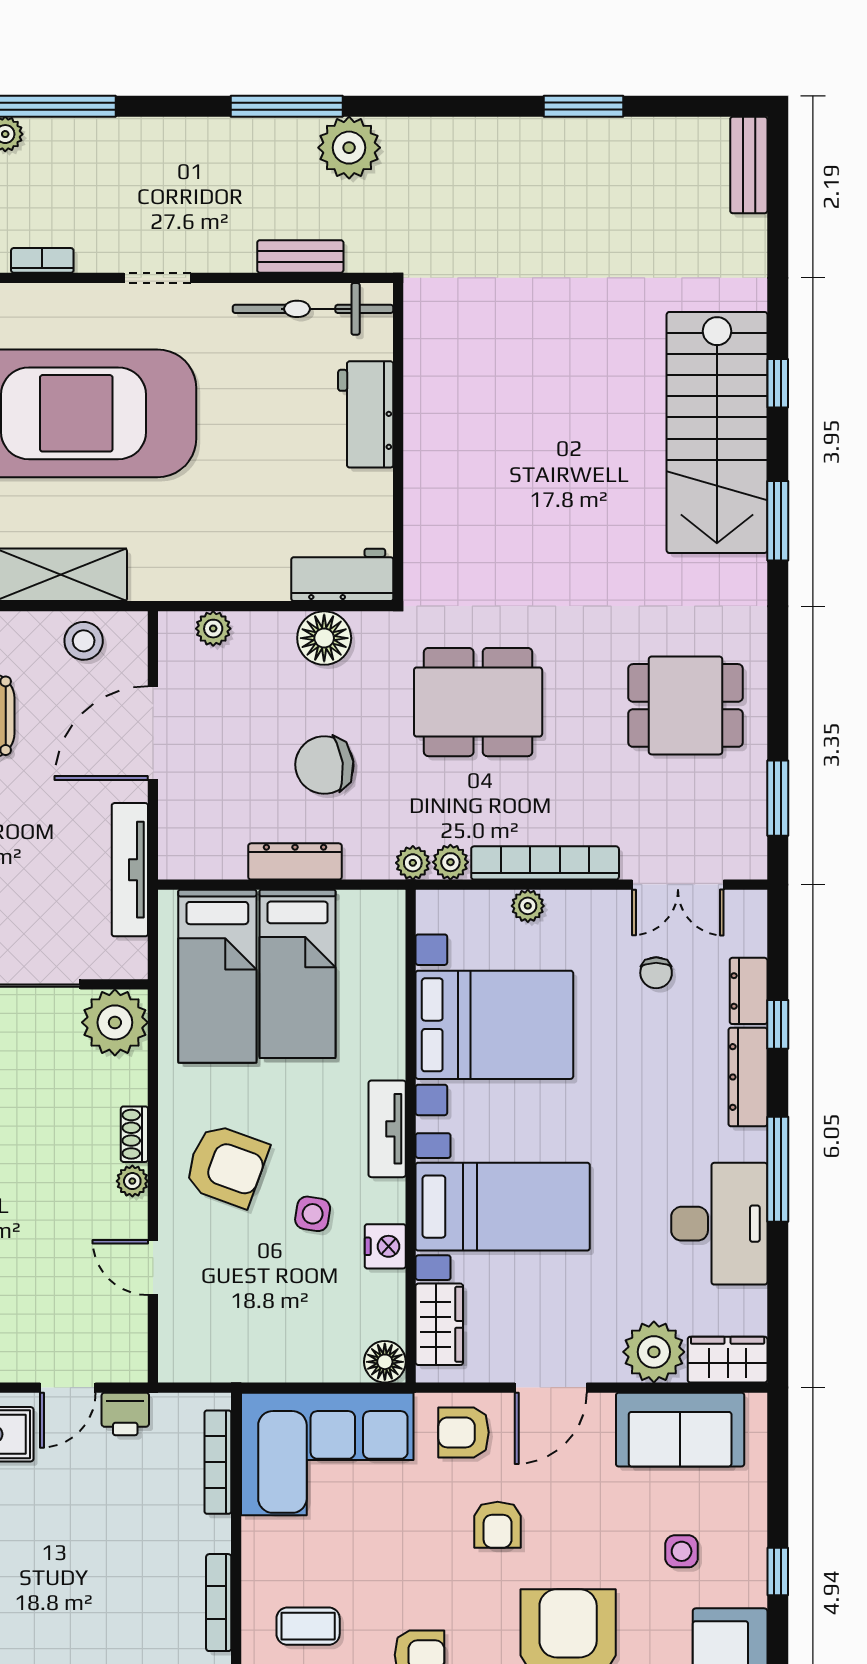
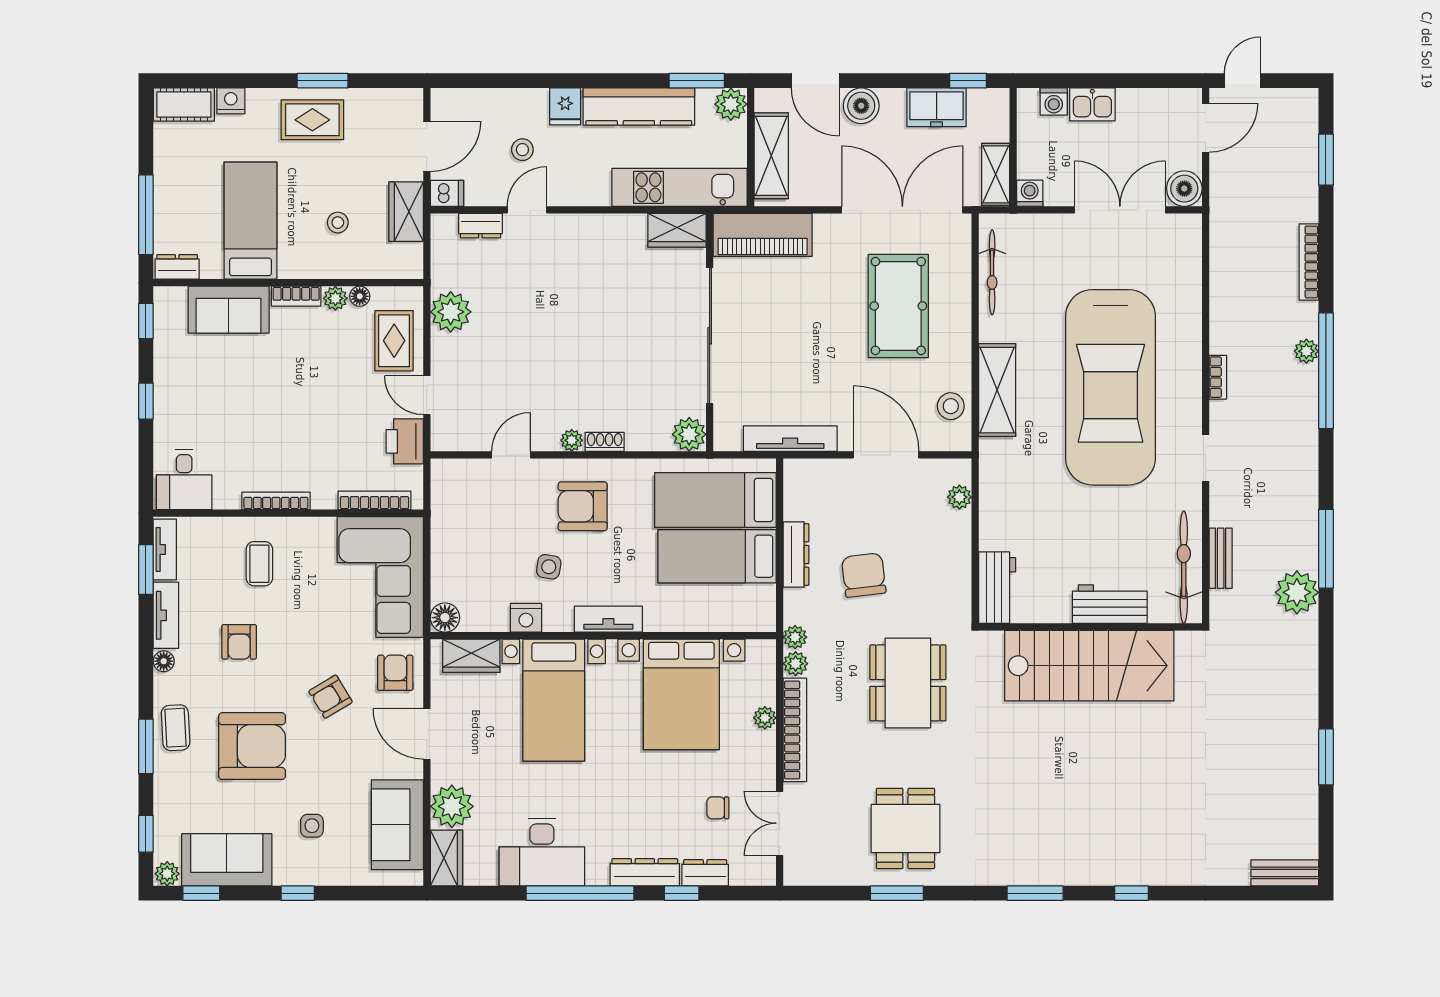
stairs: (717, 432) -> (1089, 666), moved, turned 180
floor lamp: (324, 638) -> (953, 575), removed
window: (778, 798) -> (897, 893), moved
plant: (115, 1022) -> (689, 434), width x0.73, depth x0.73
armchair: (226, 1165) -> (583, 506), turned 70
window: (778, 1169) -> (580, 893), width x1.46
printer: (125, 1414) -> (405, 441), width x1.36, depth x1.24
armchair: (498, 1525) -> (331, 697), turned -31

